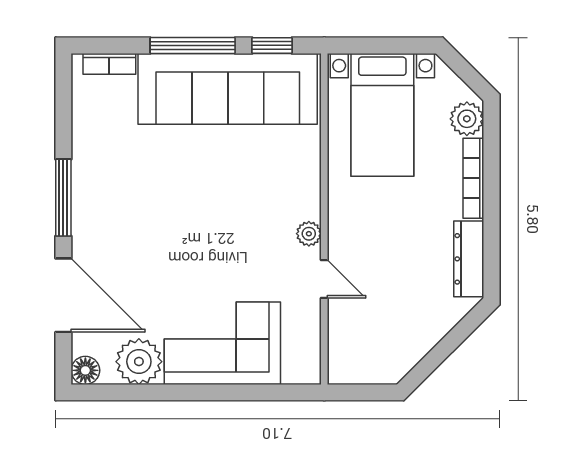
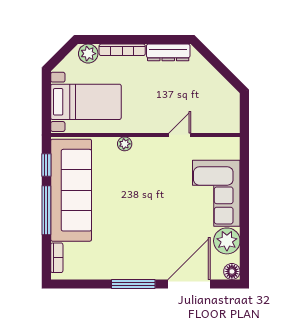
plant: (309, 234) -> (125, 144), moved

